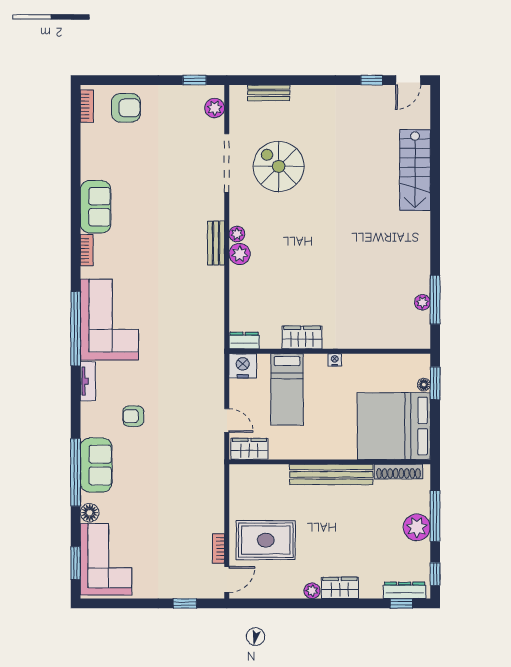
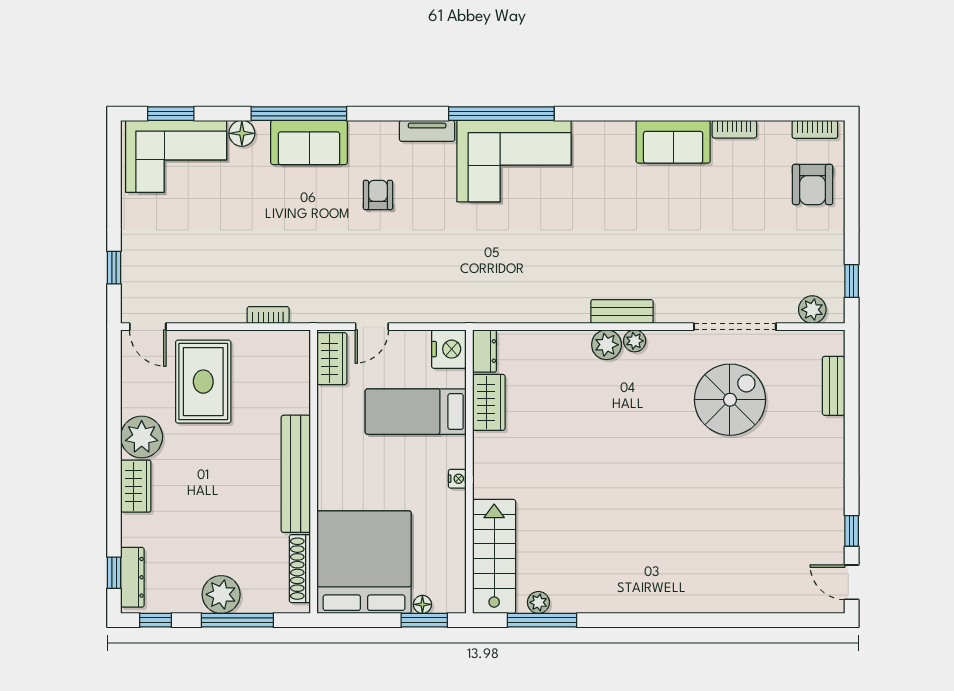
stairs: (415, 170) -> (494, 556), moved, turned 90
bookcase: (87, 250) -> (734, 129), moved
wardrobe: (302, 337) -> (489, 402), moved
bookcase: (219, 549) -> (268, 315), moved
plant: (312, 591) -> (142, 437), width x1.87, depth x1.87

